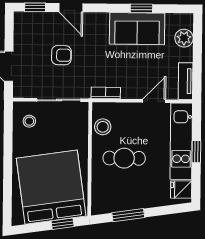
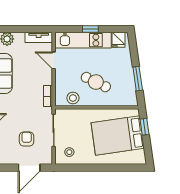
armchair: (61, 55) -> (27, 139), moved
cafe table: (124, 158) -> (96, 82), turned -64
bed: (51, 187) -> (118, 135), width x0.73

